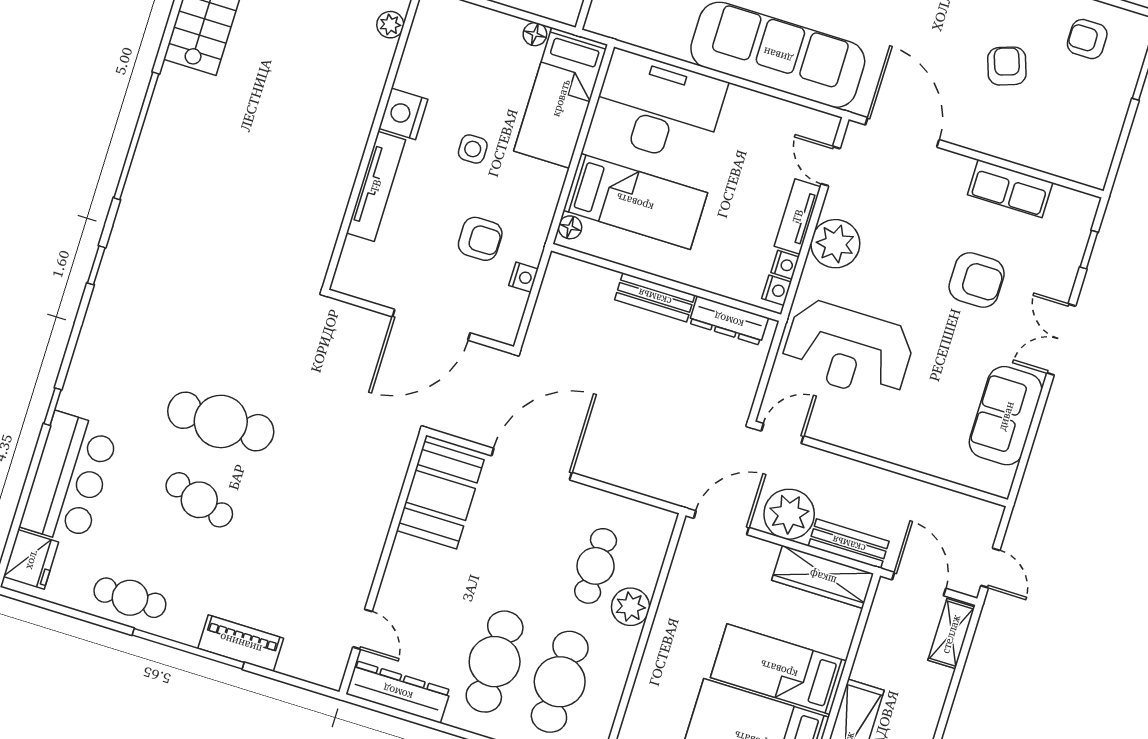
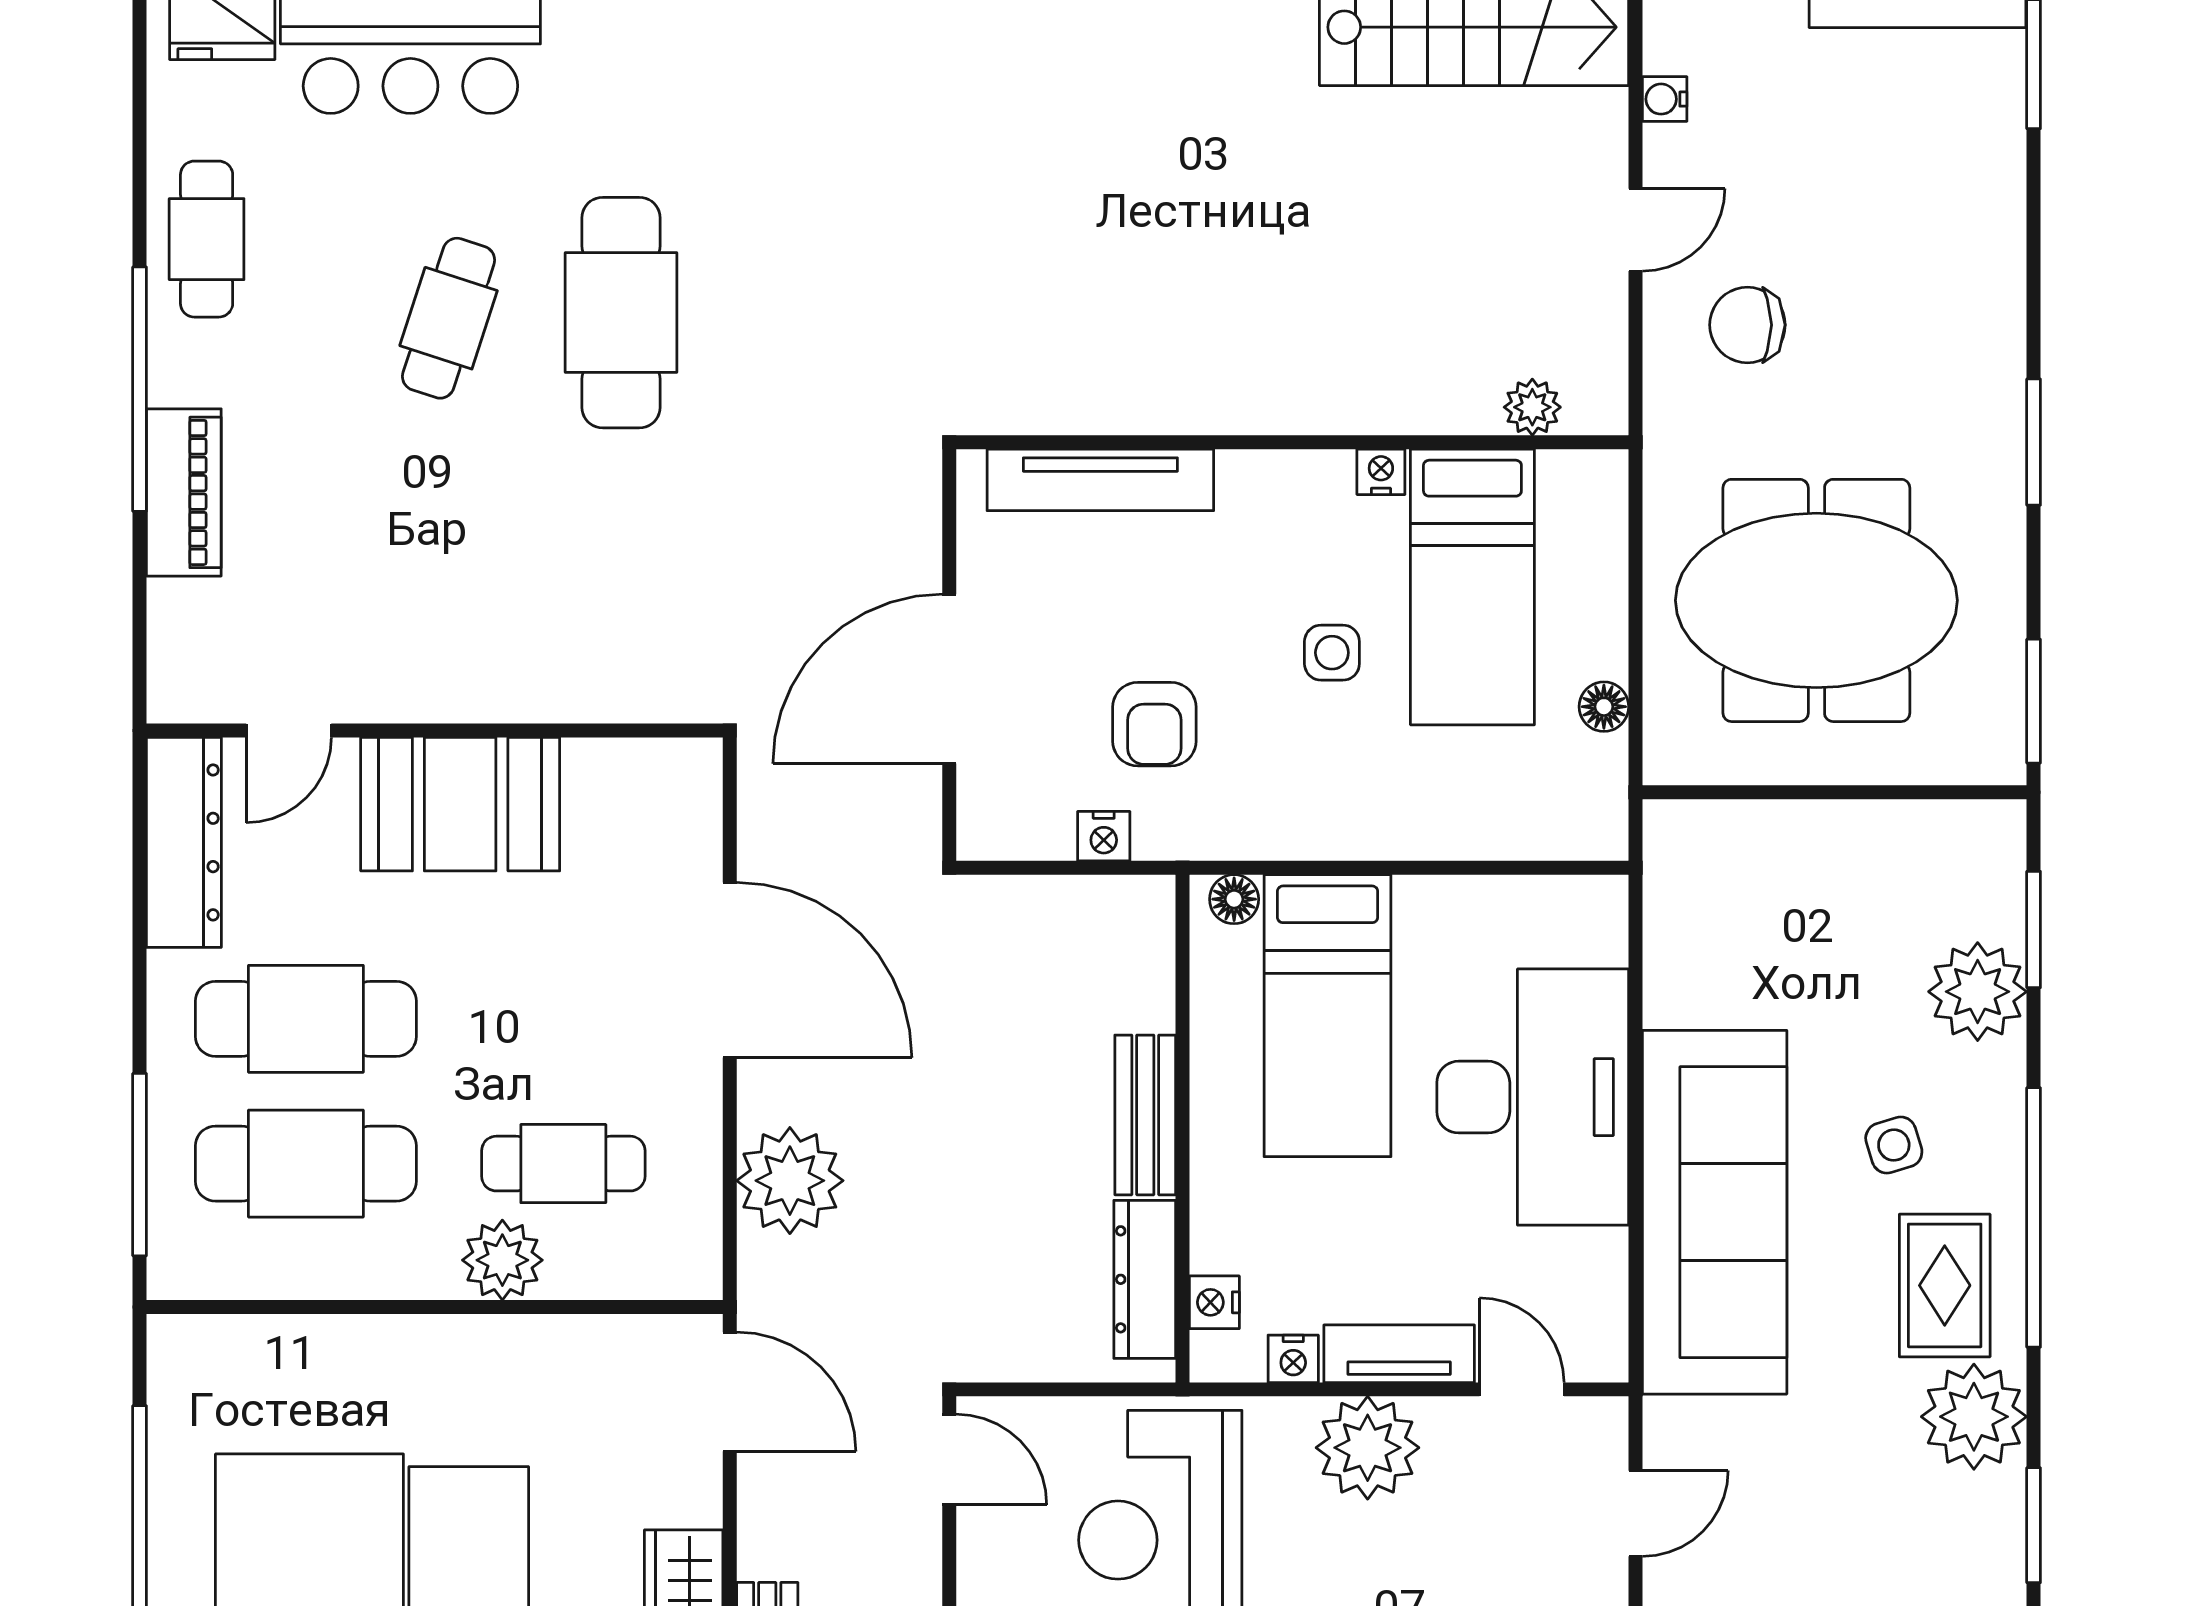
bed: (561, 98) -> (1472, 587), moved, turned -90
desk: (658, 107) -> (1533, 1097), moved
nightstand: (403, 114) -> (1381, 472), width x0.53, depth x0.56
door: (902, 132) -> (1636, 1514), width x0.53
door: (831, 166) -> (1522, 1389), hinge flipped
tv unit: (376, 186) -> (1100, 480), moved
nightstand: (777, 290) -> (1214, 1302), moved, turned 90
door: (431, 325) -> (949, 679), hinge flipped
booth: (440, 495) -> (460, 804), moved
plant: (789, 514) -> (790, 1181), moved

